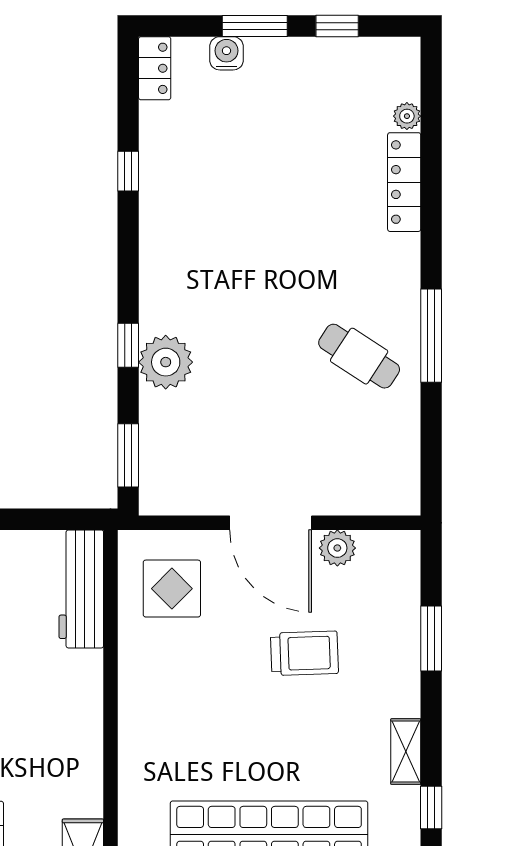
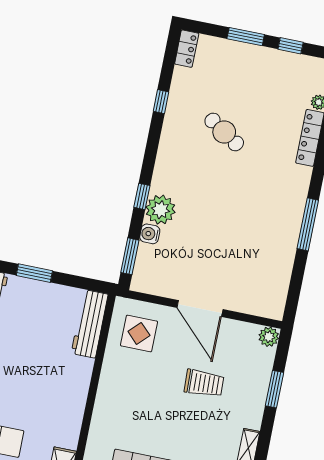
water cooler: (226, 53) -> (150, 234), moved, turned -90
cafe table: (359, 356) -> (224, 132), moved
plant: (337, 548) -> (269, 337), moved

